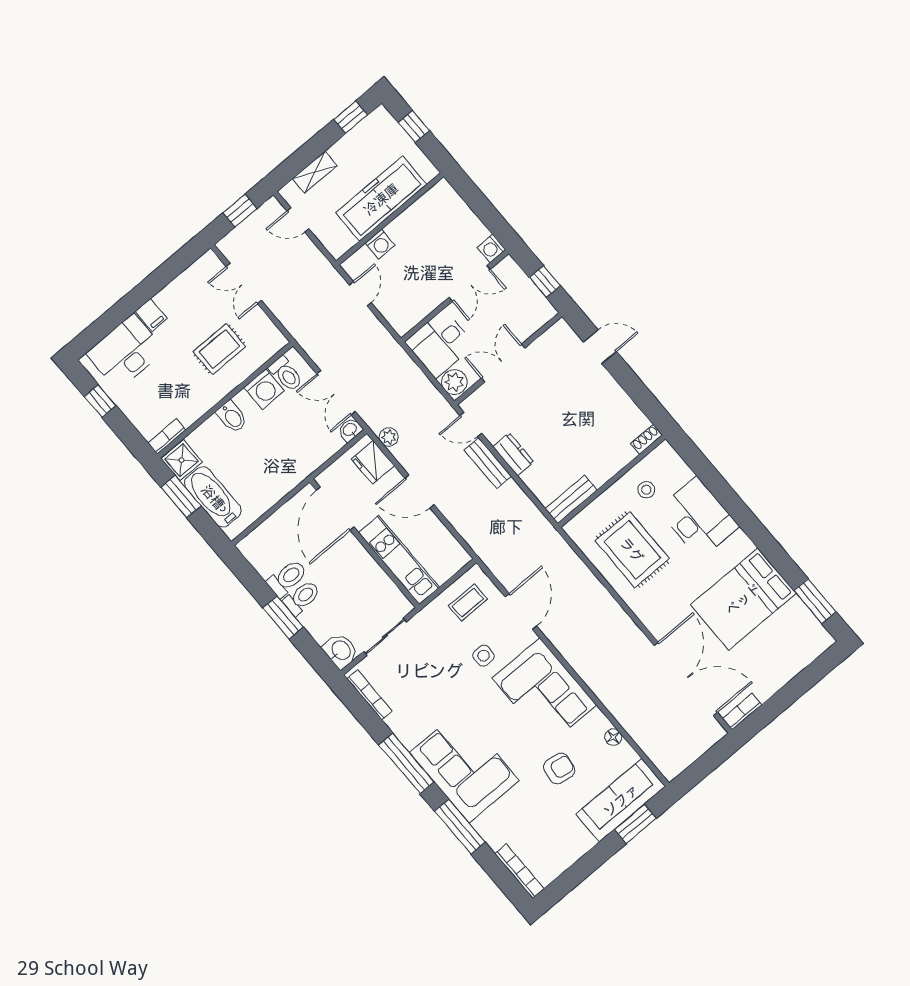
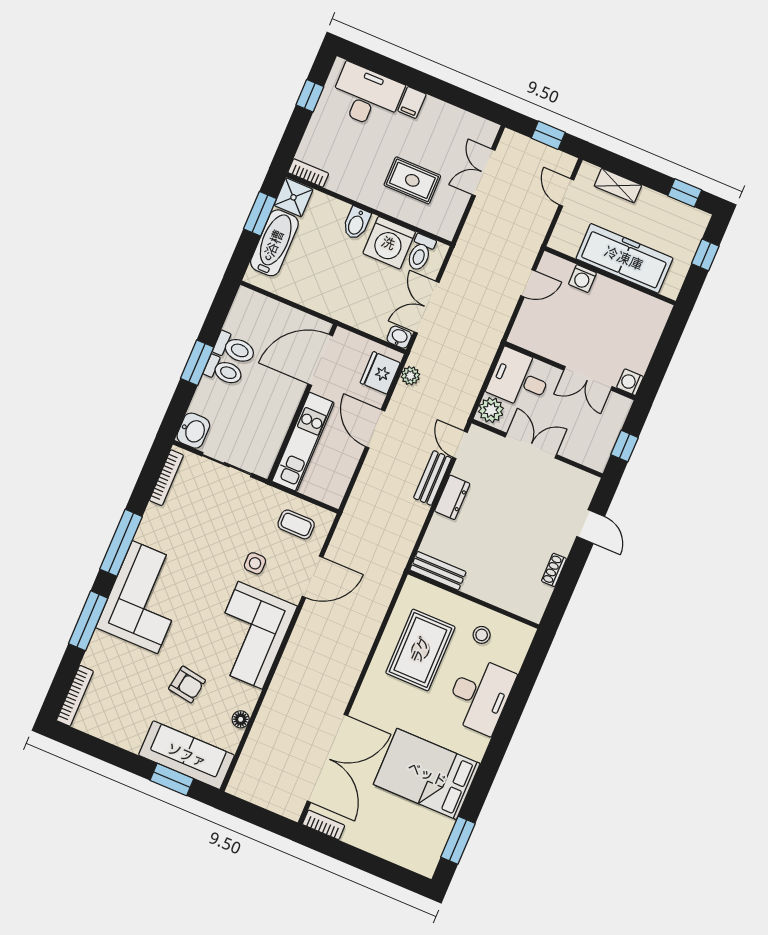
washing machine: (264, 389) -> (389, 243), width x1.37, depth x1.37
shoe rack: (646, 439) -> (554, 570), moved, turned -90

